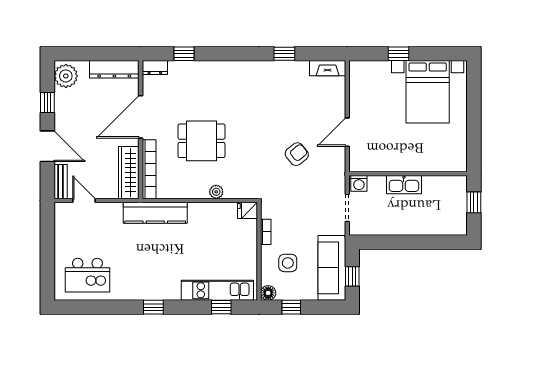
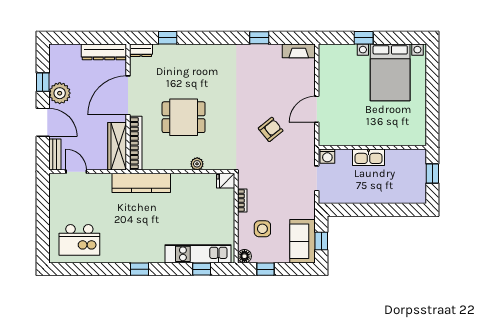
plant: (66, 76) -> (60, 93), moved
sofa: (332, 268) -> (303, 241), width x0.73

